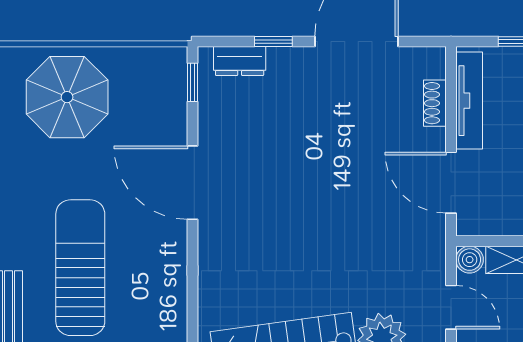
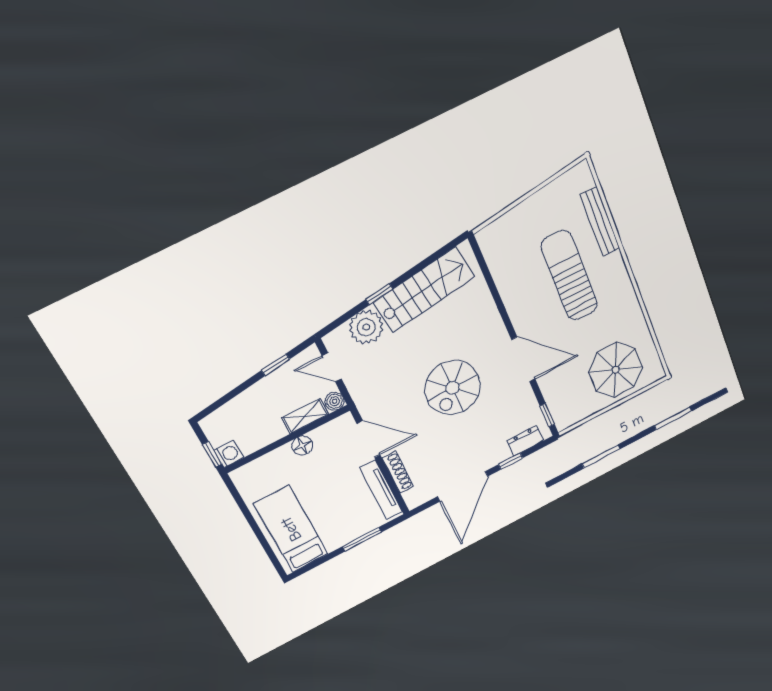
shoe rack: (435, 103) -> (398, 472), width x1.43
spiral stairs: (307, 194) -> (453, 388), added
sun lounger: (80, 268) -> (569, 276), turned 180

